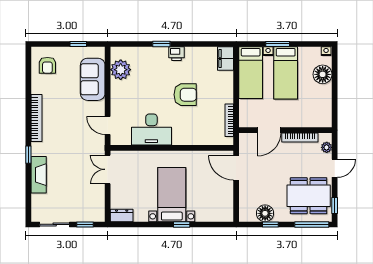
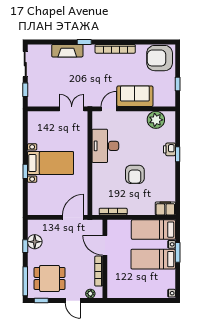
printer: (177, 54) -> (169, 149), moved
armchair: (47, 65) -> (160, 58), width x1.88, depth x1.88
floor lamp: (323, 74) -> (152, 290), removed
sofa: (93, 79) -> (135, 96), moved
dining table: (309, 196) -> (50, 278), width x0.73
dresser: (122, 215) -> (33, 121), removed

